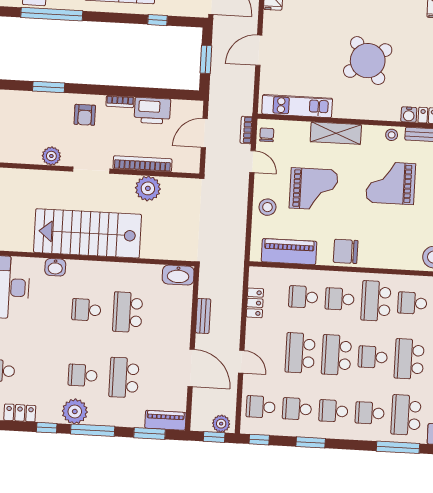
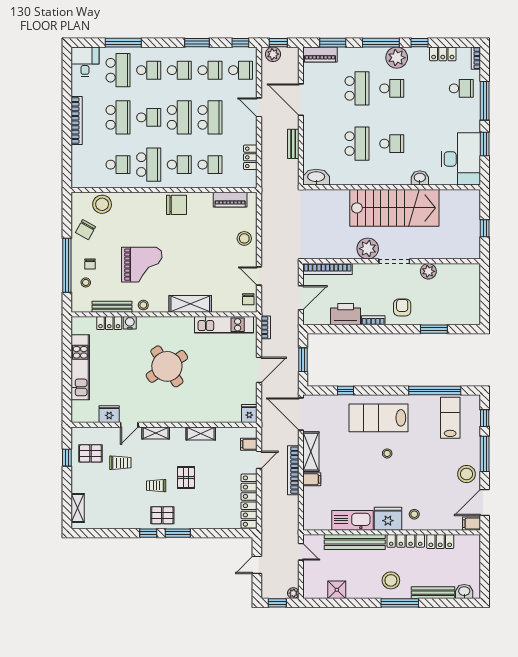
bookcase: (246, 130) -> (266, 327), moved
bookcase: (142, 164) -> (328, 269), moved
plant: (148, 188) -> (368, 249), moved
grand piano: (314, 189) -> (206, 256), removed
piano: (289, 252) -> (230, 200), width x0.73, depth x0.75

